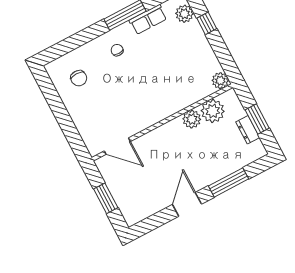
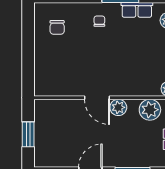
plant: (192, 119) -> (118, 107), moved
door: (117, 146) -> (97, 98), moved

